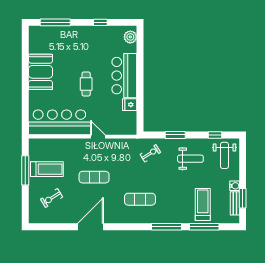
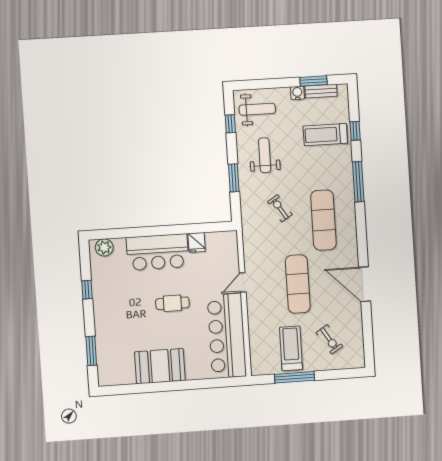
window: (55, 22) -> (91, 351), width x0.69
exercise bike: (150, 153) -> (280, 208), moved
exercise mat: (94, 177) -> (298, 284), width x1.36, depth x1.45
exercise mat: (140, 199) -> (323, 220), width x1.36, depth x1.45
window: (204, 227) -> (355, 131), width x0.46

